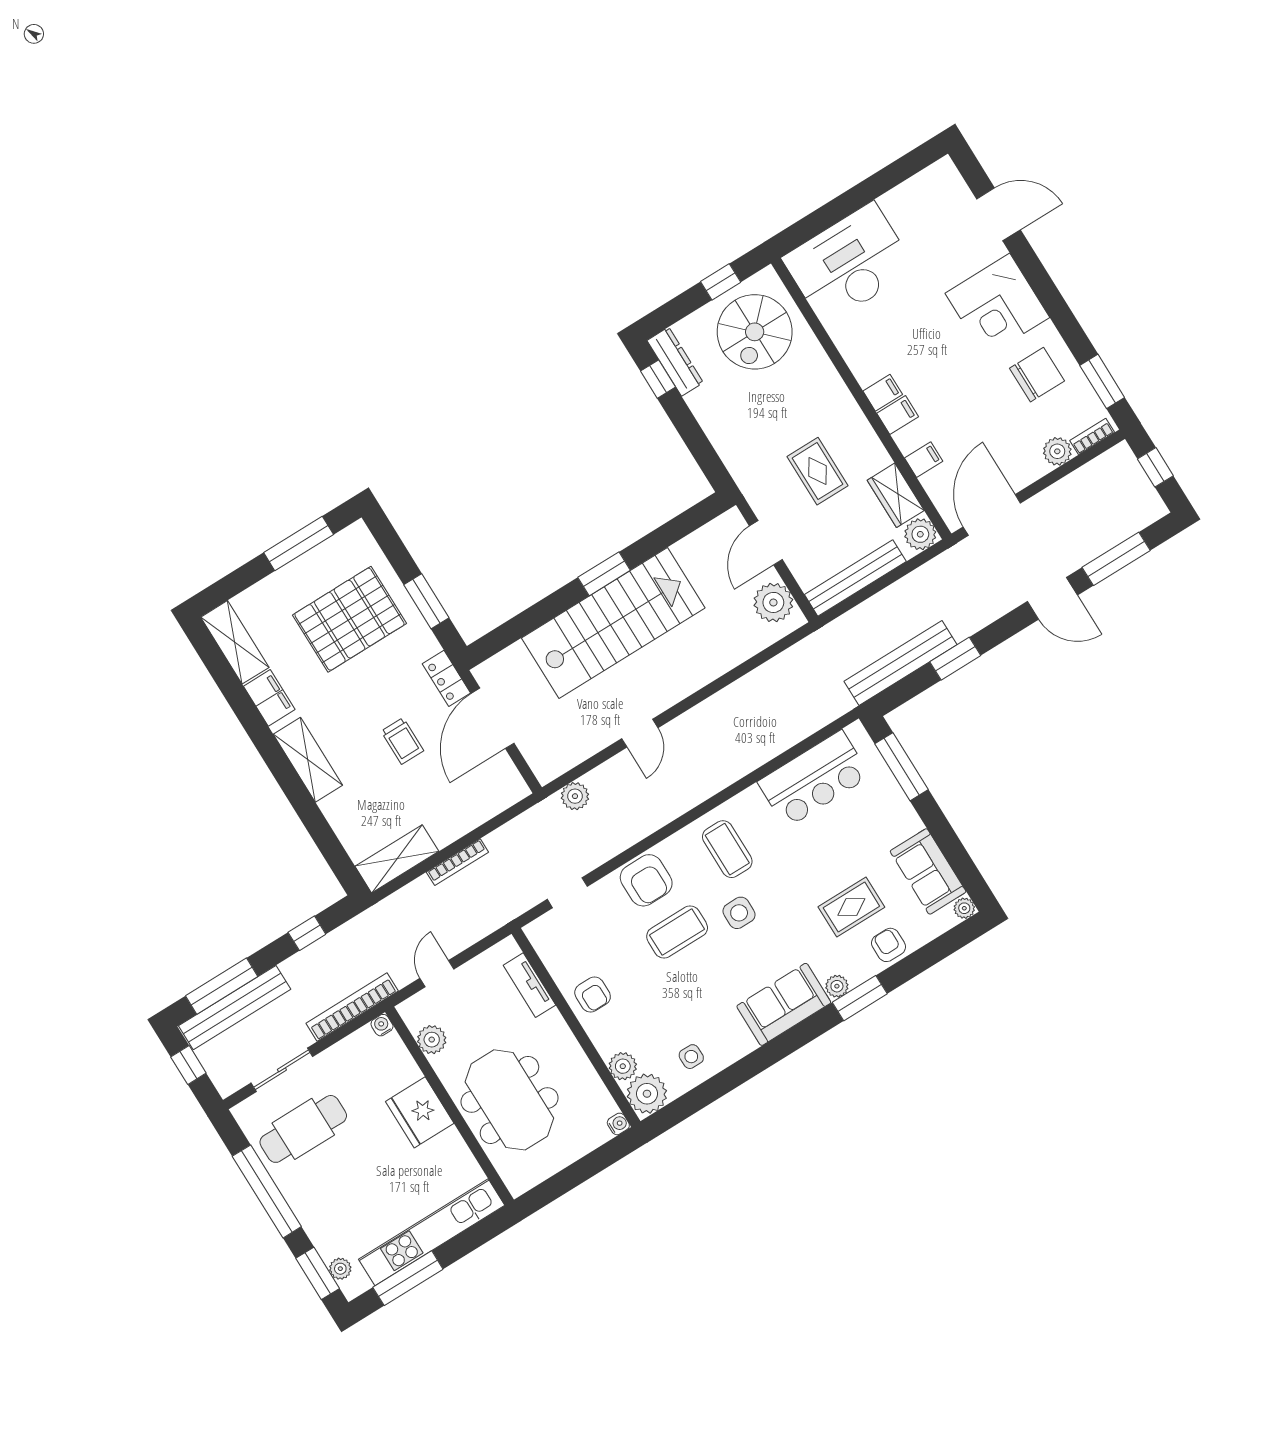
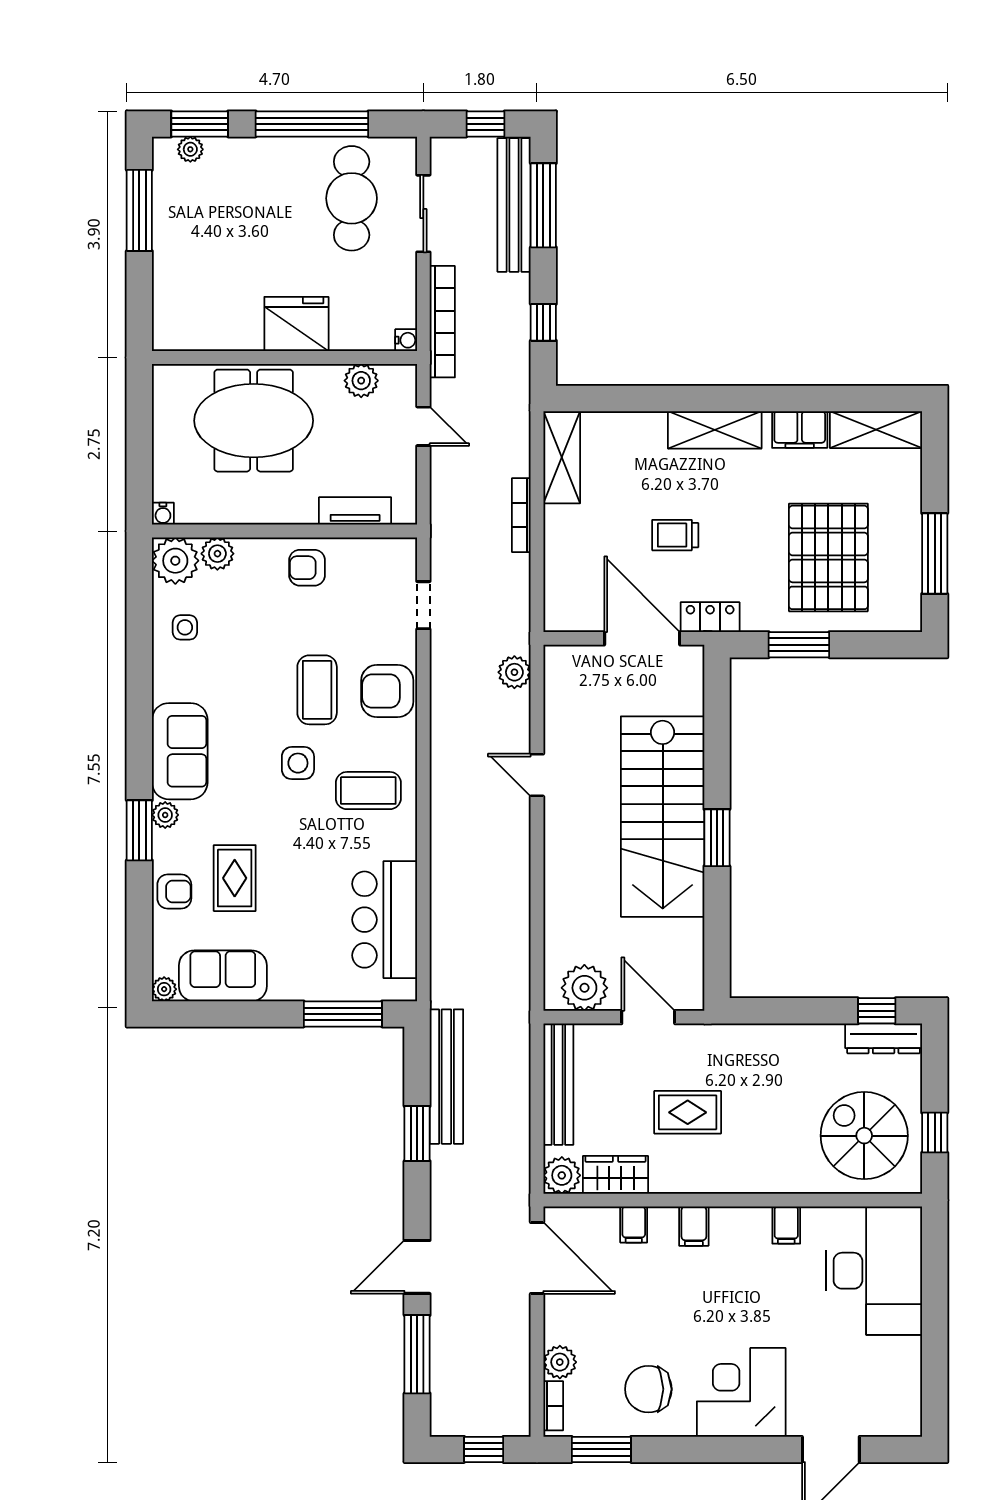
chair: (1037, 375) -> (648, 1389), turned 90
filing cabinet: (883, 393) -> (786, 1225), moved
kitchen unit: (432, 1232) -> (170, 262), removed

